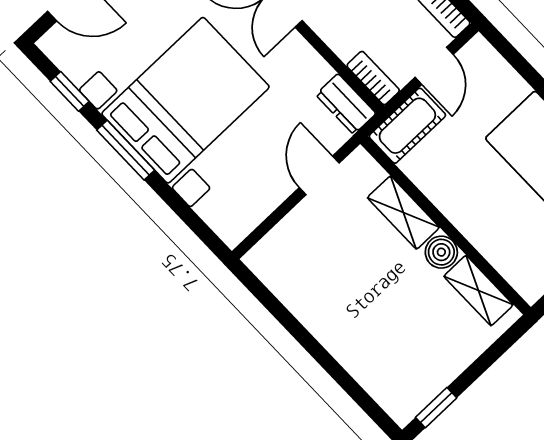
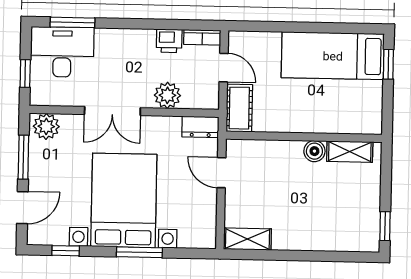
plant: (345, 35) -> (167, 95), added
bookcase: (373, 78) -> (201, 102), removed
window: (126, 150) -> (139, 252), moved
shelving: (403, 213) -> (247, 239), moved

